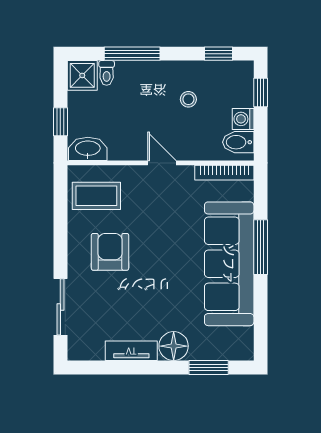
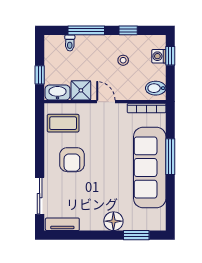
window: (218, 54) -> (128, 30), moved
shower: (82, 75) -> (81, 90), moved
washing machine: (243, 119) -> (159, 56), moved
armchair: (110, 252) -> (72, 160), turned 180
tv unit: (131, 351) -> (62, 224), moved

